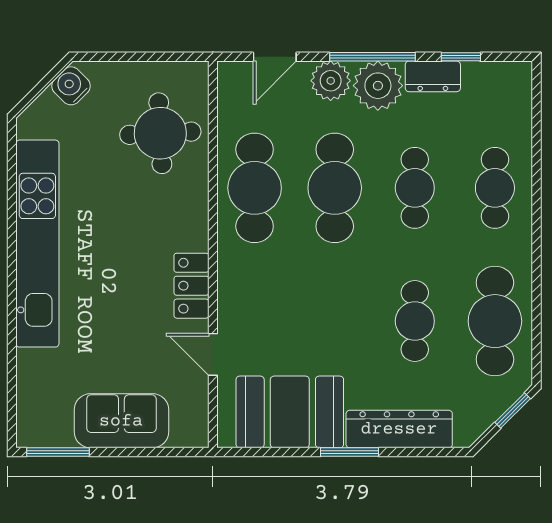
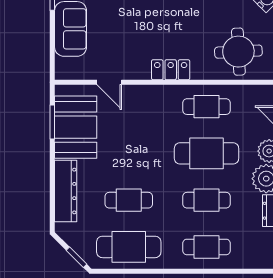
cafe table: (255, 188) -> (207, 107), width x0.73, depth x0.74
locker: (191, 286) -> (171, 70), moved
door: (213, 354) -> (109, 82), swing flipped
window: (349, 452) -> (52, 122), moved

